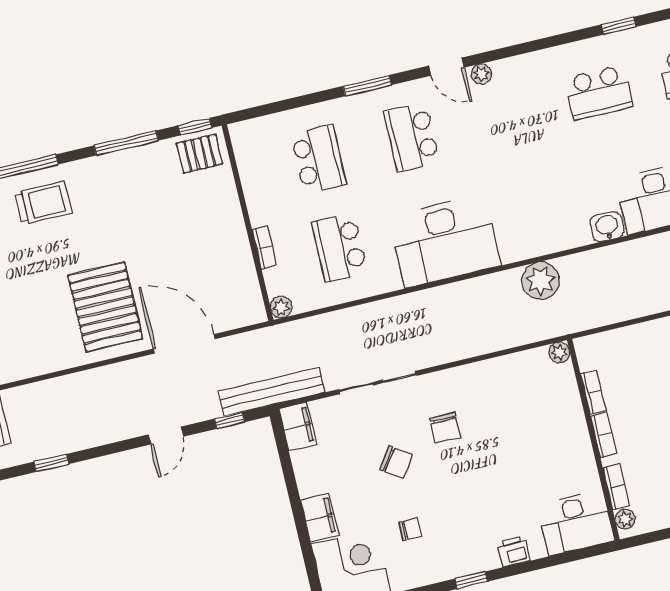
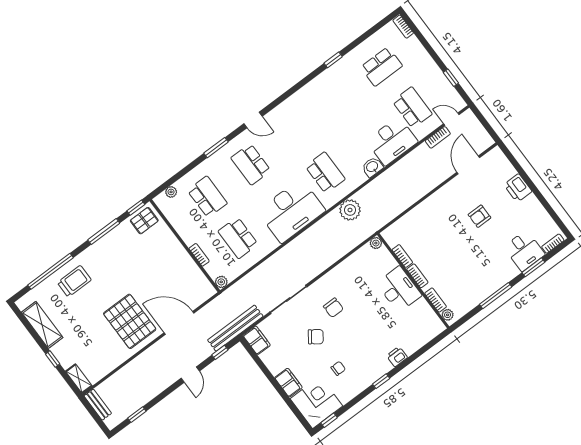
plant: (481, 74) -> (171, 192), moved
school desk: (599, 92) -> (325, 173), moved, turned -90
desk: (576, 523) -> (399, 289), moved, turned -90

